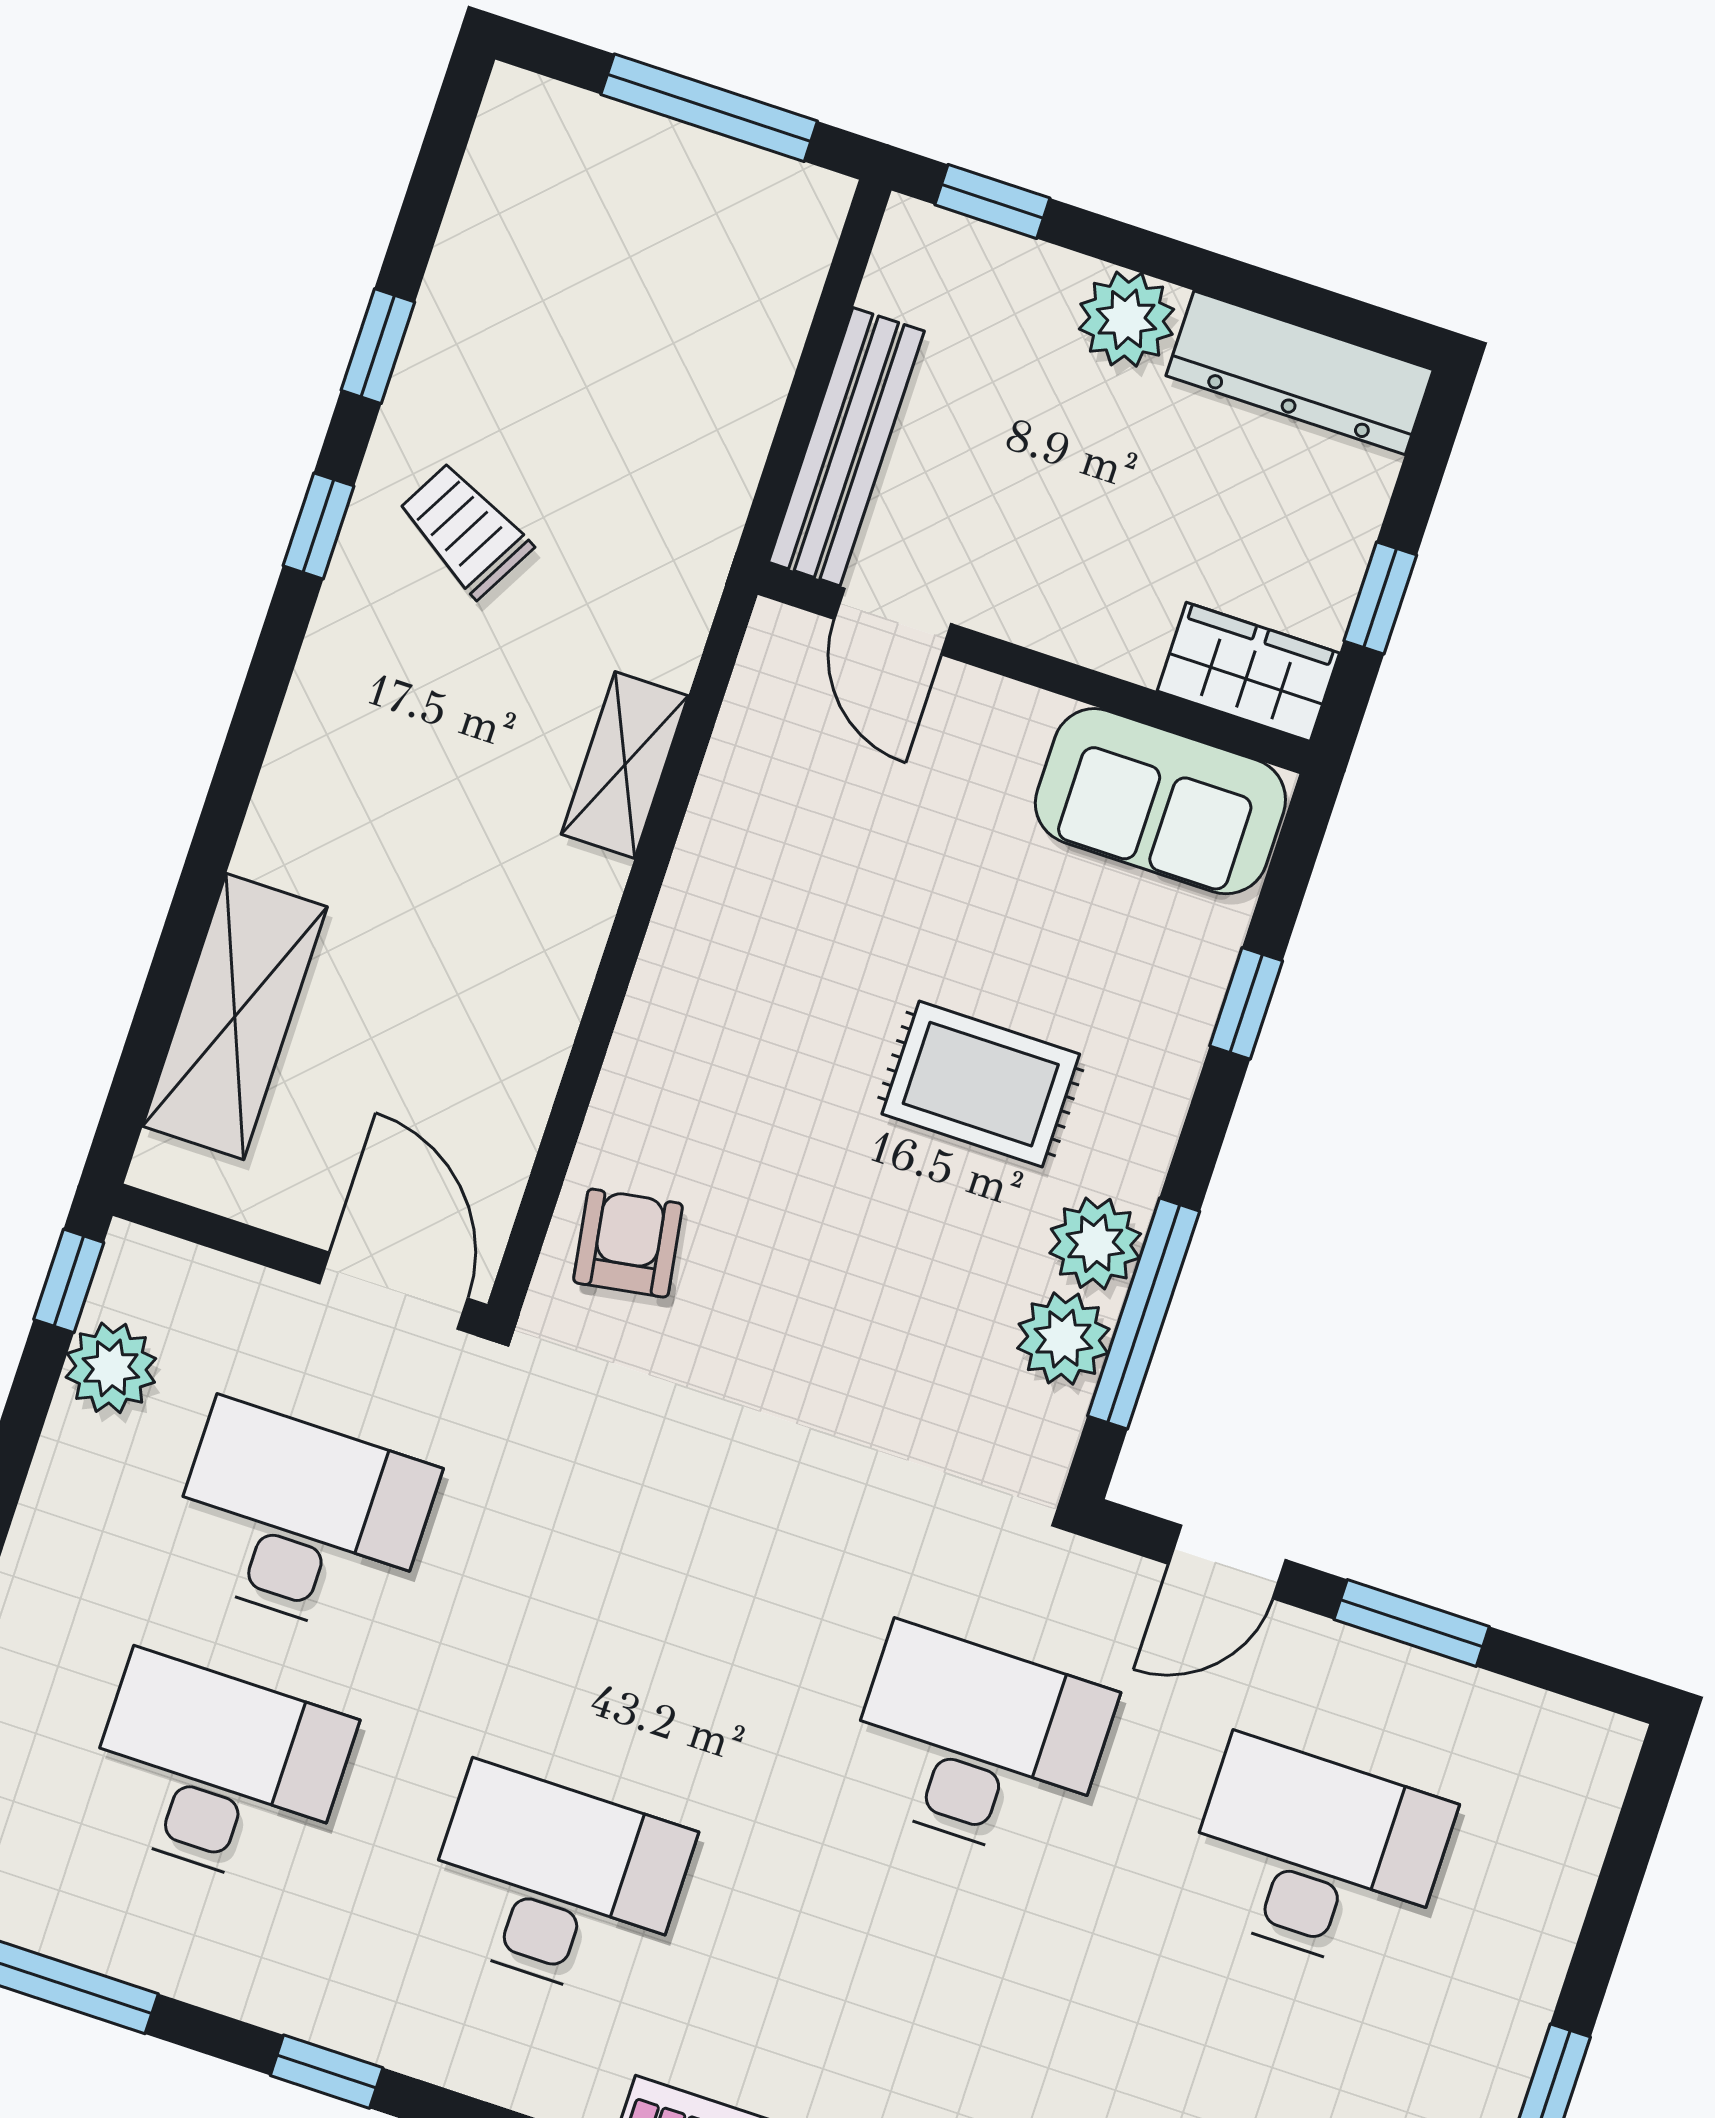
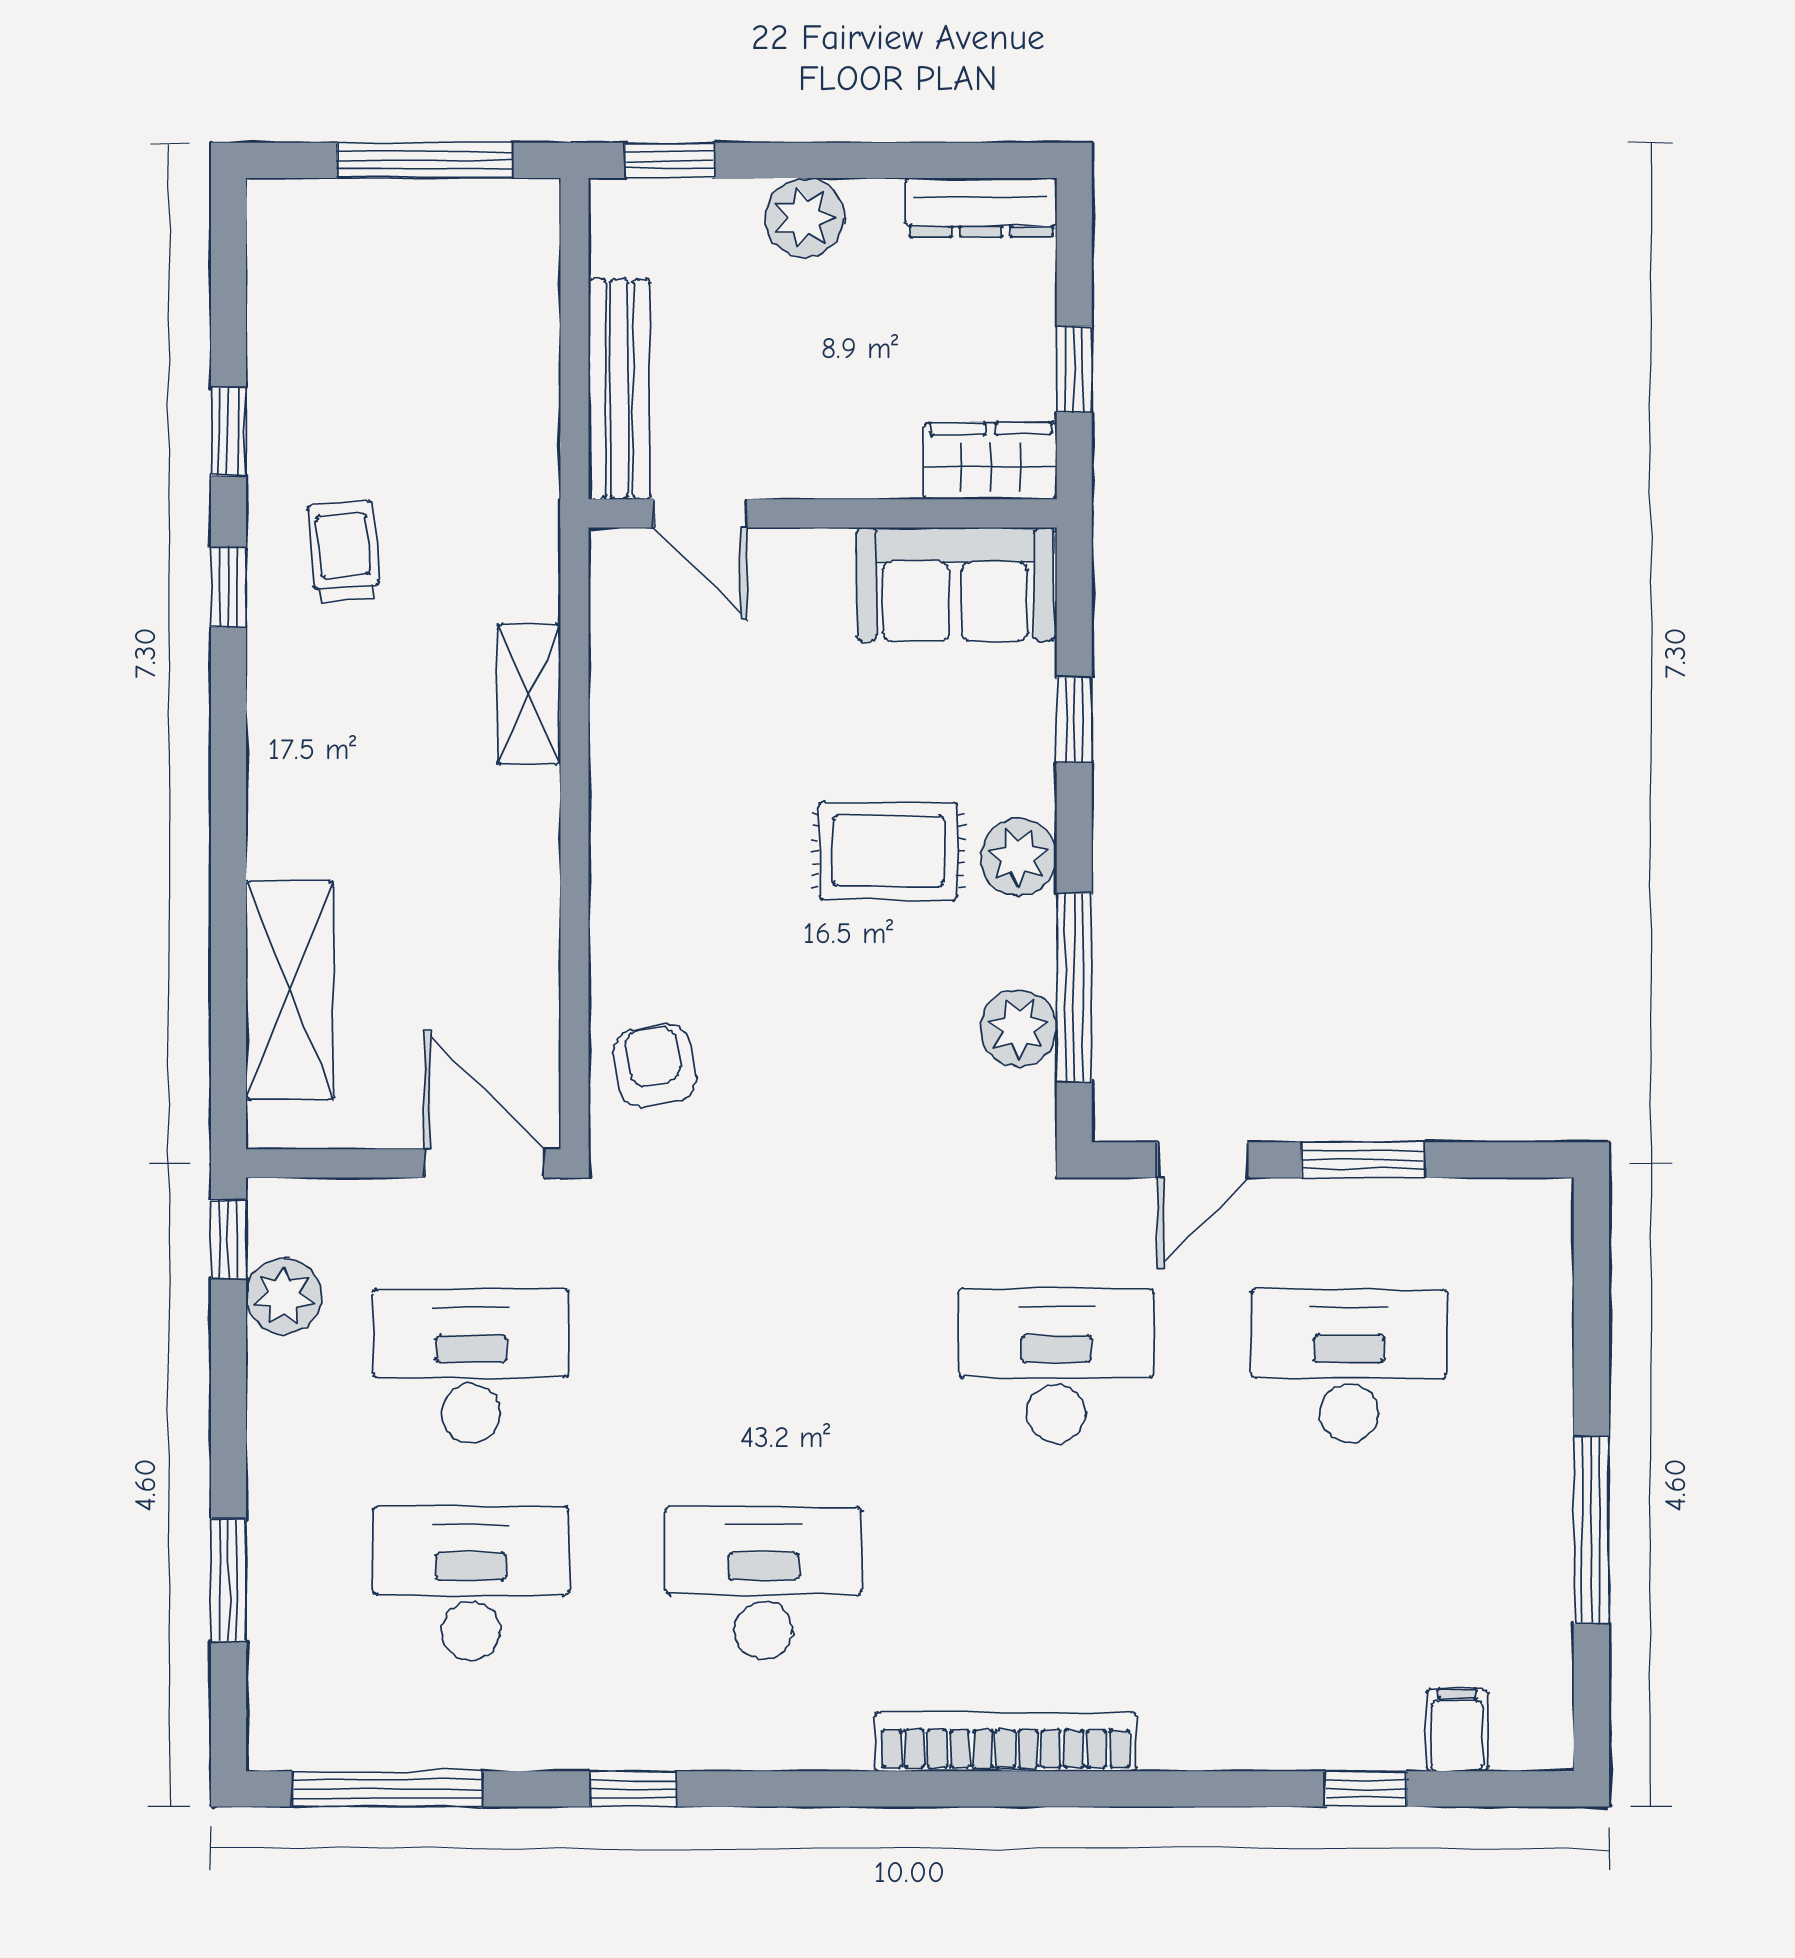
dresser: (1300, 373) -> (981, 207), width x0.73, depth x0.80
trolley: (465, 530) -> (344, 552), turned 56
plant: (1095, 1243) -> (1019, 857), moved

